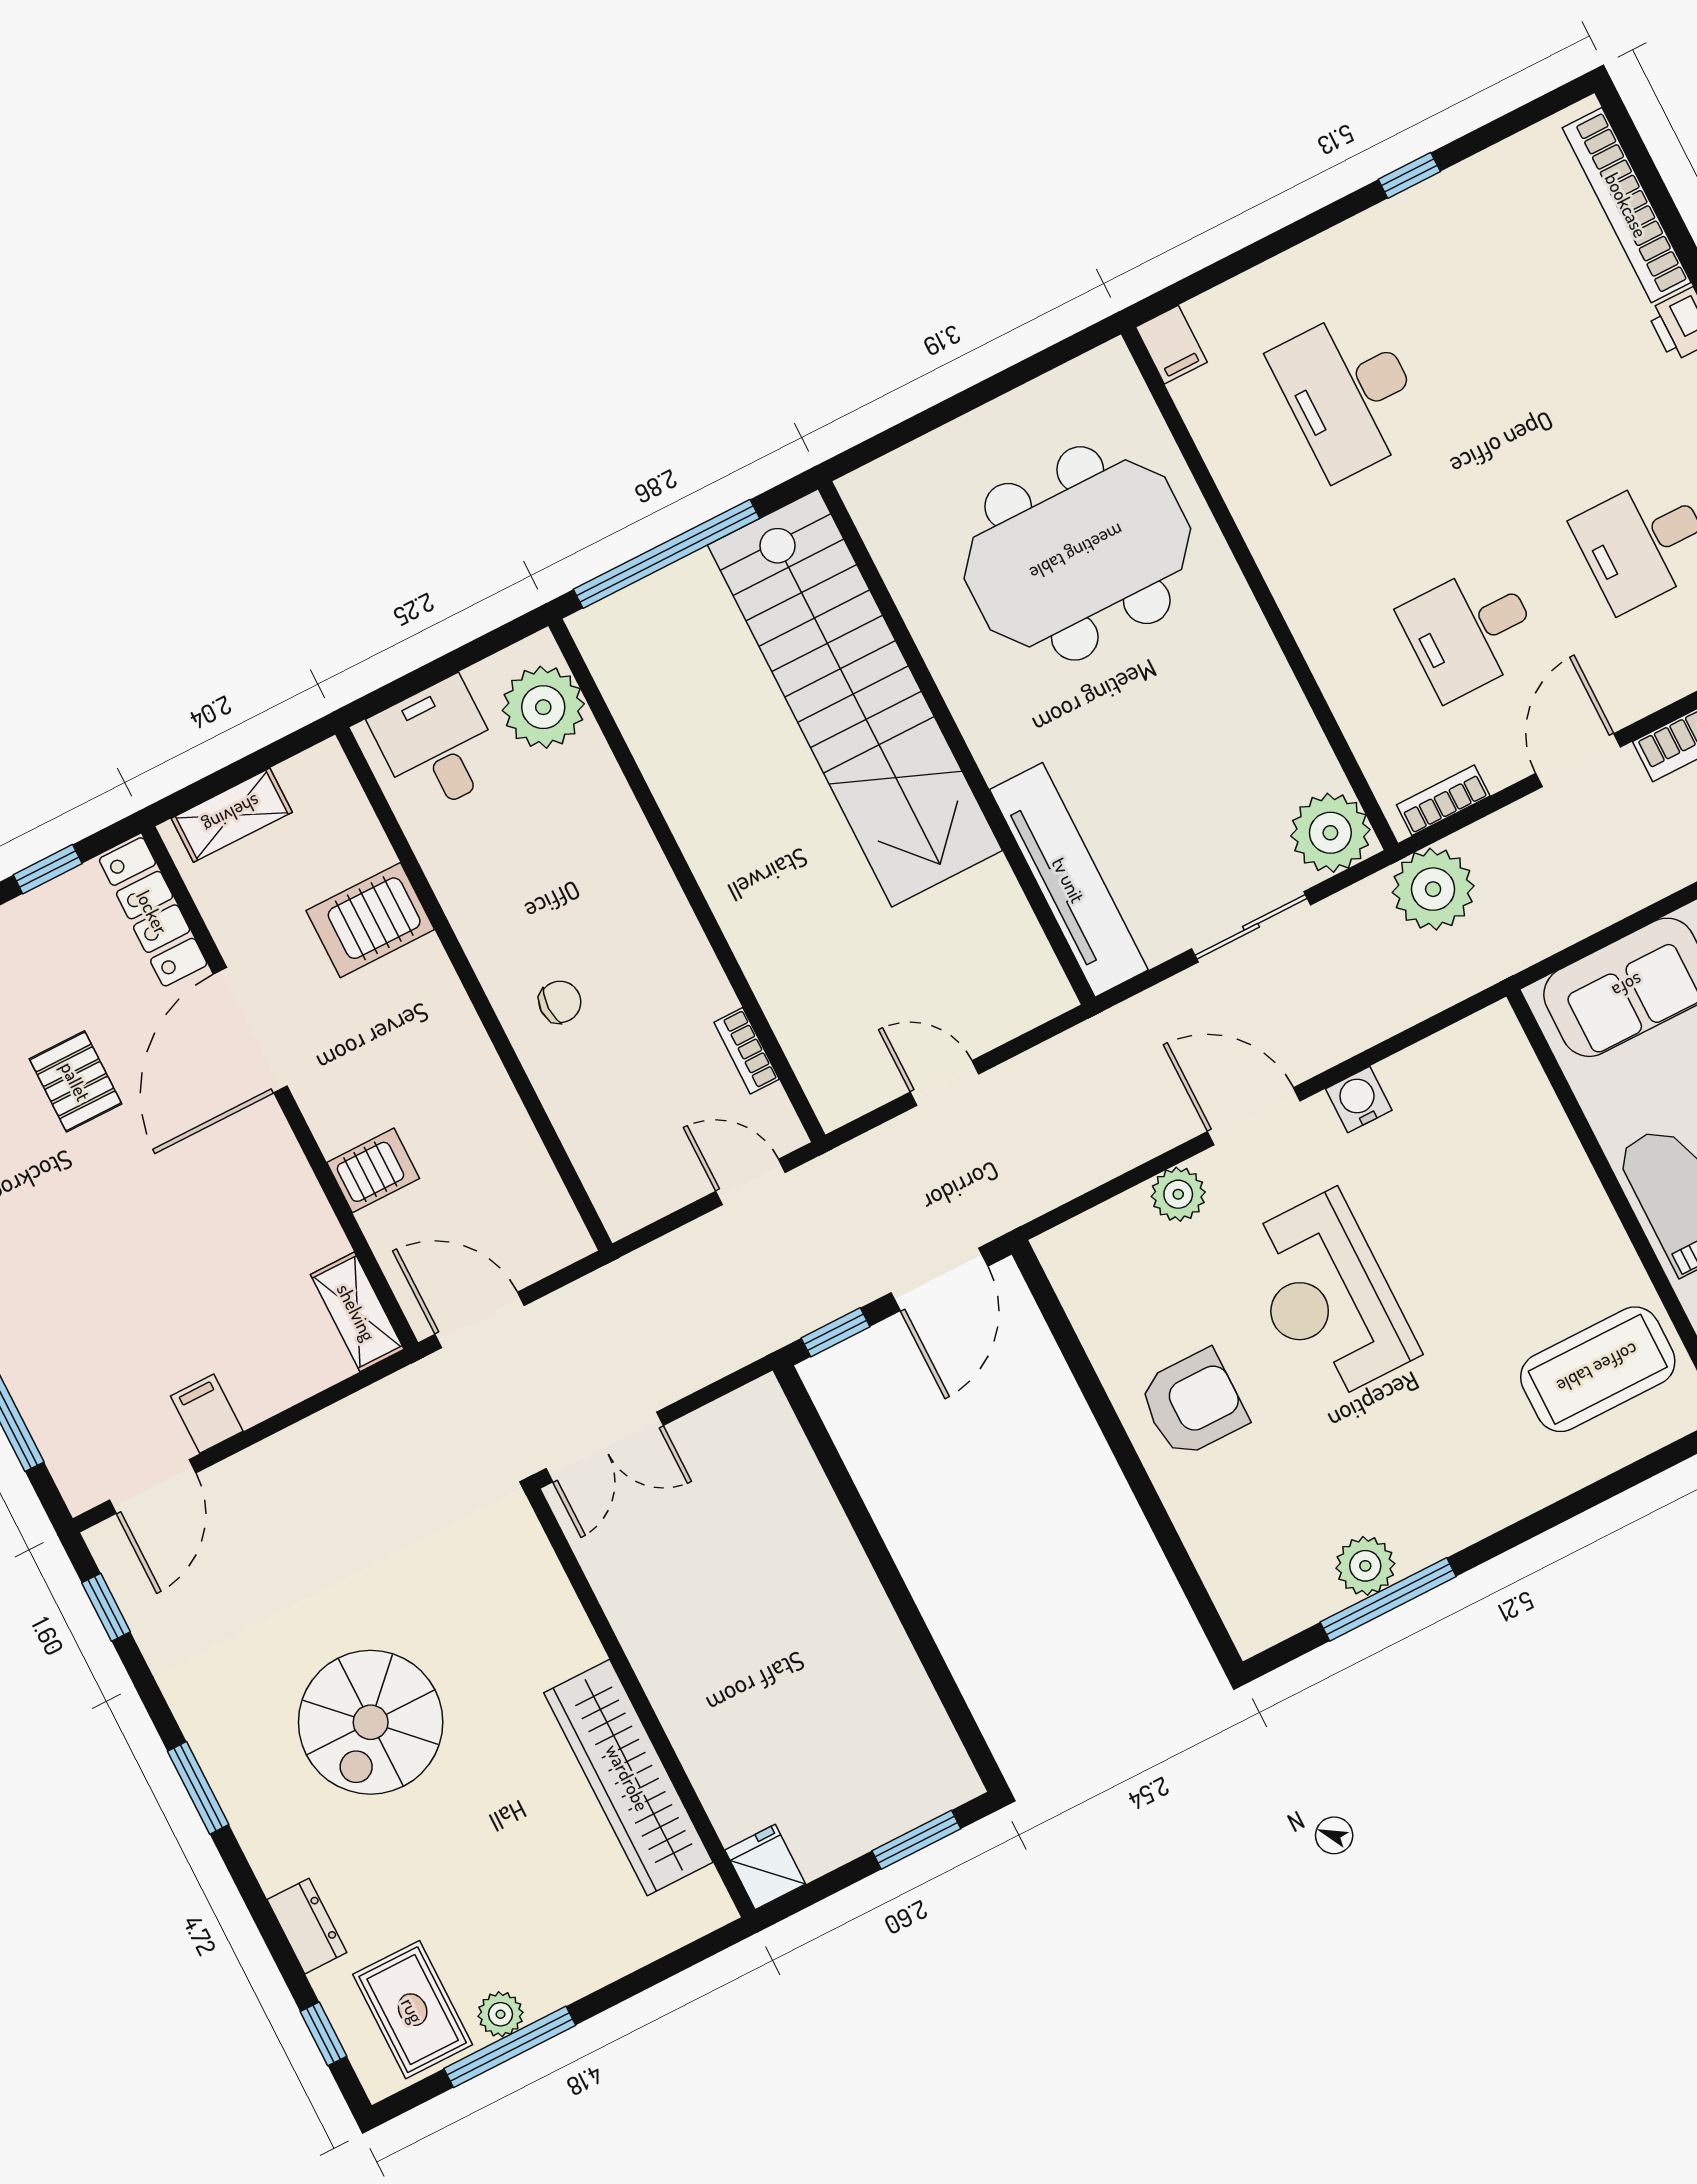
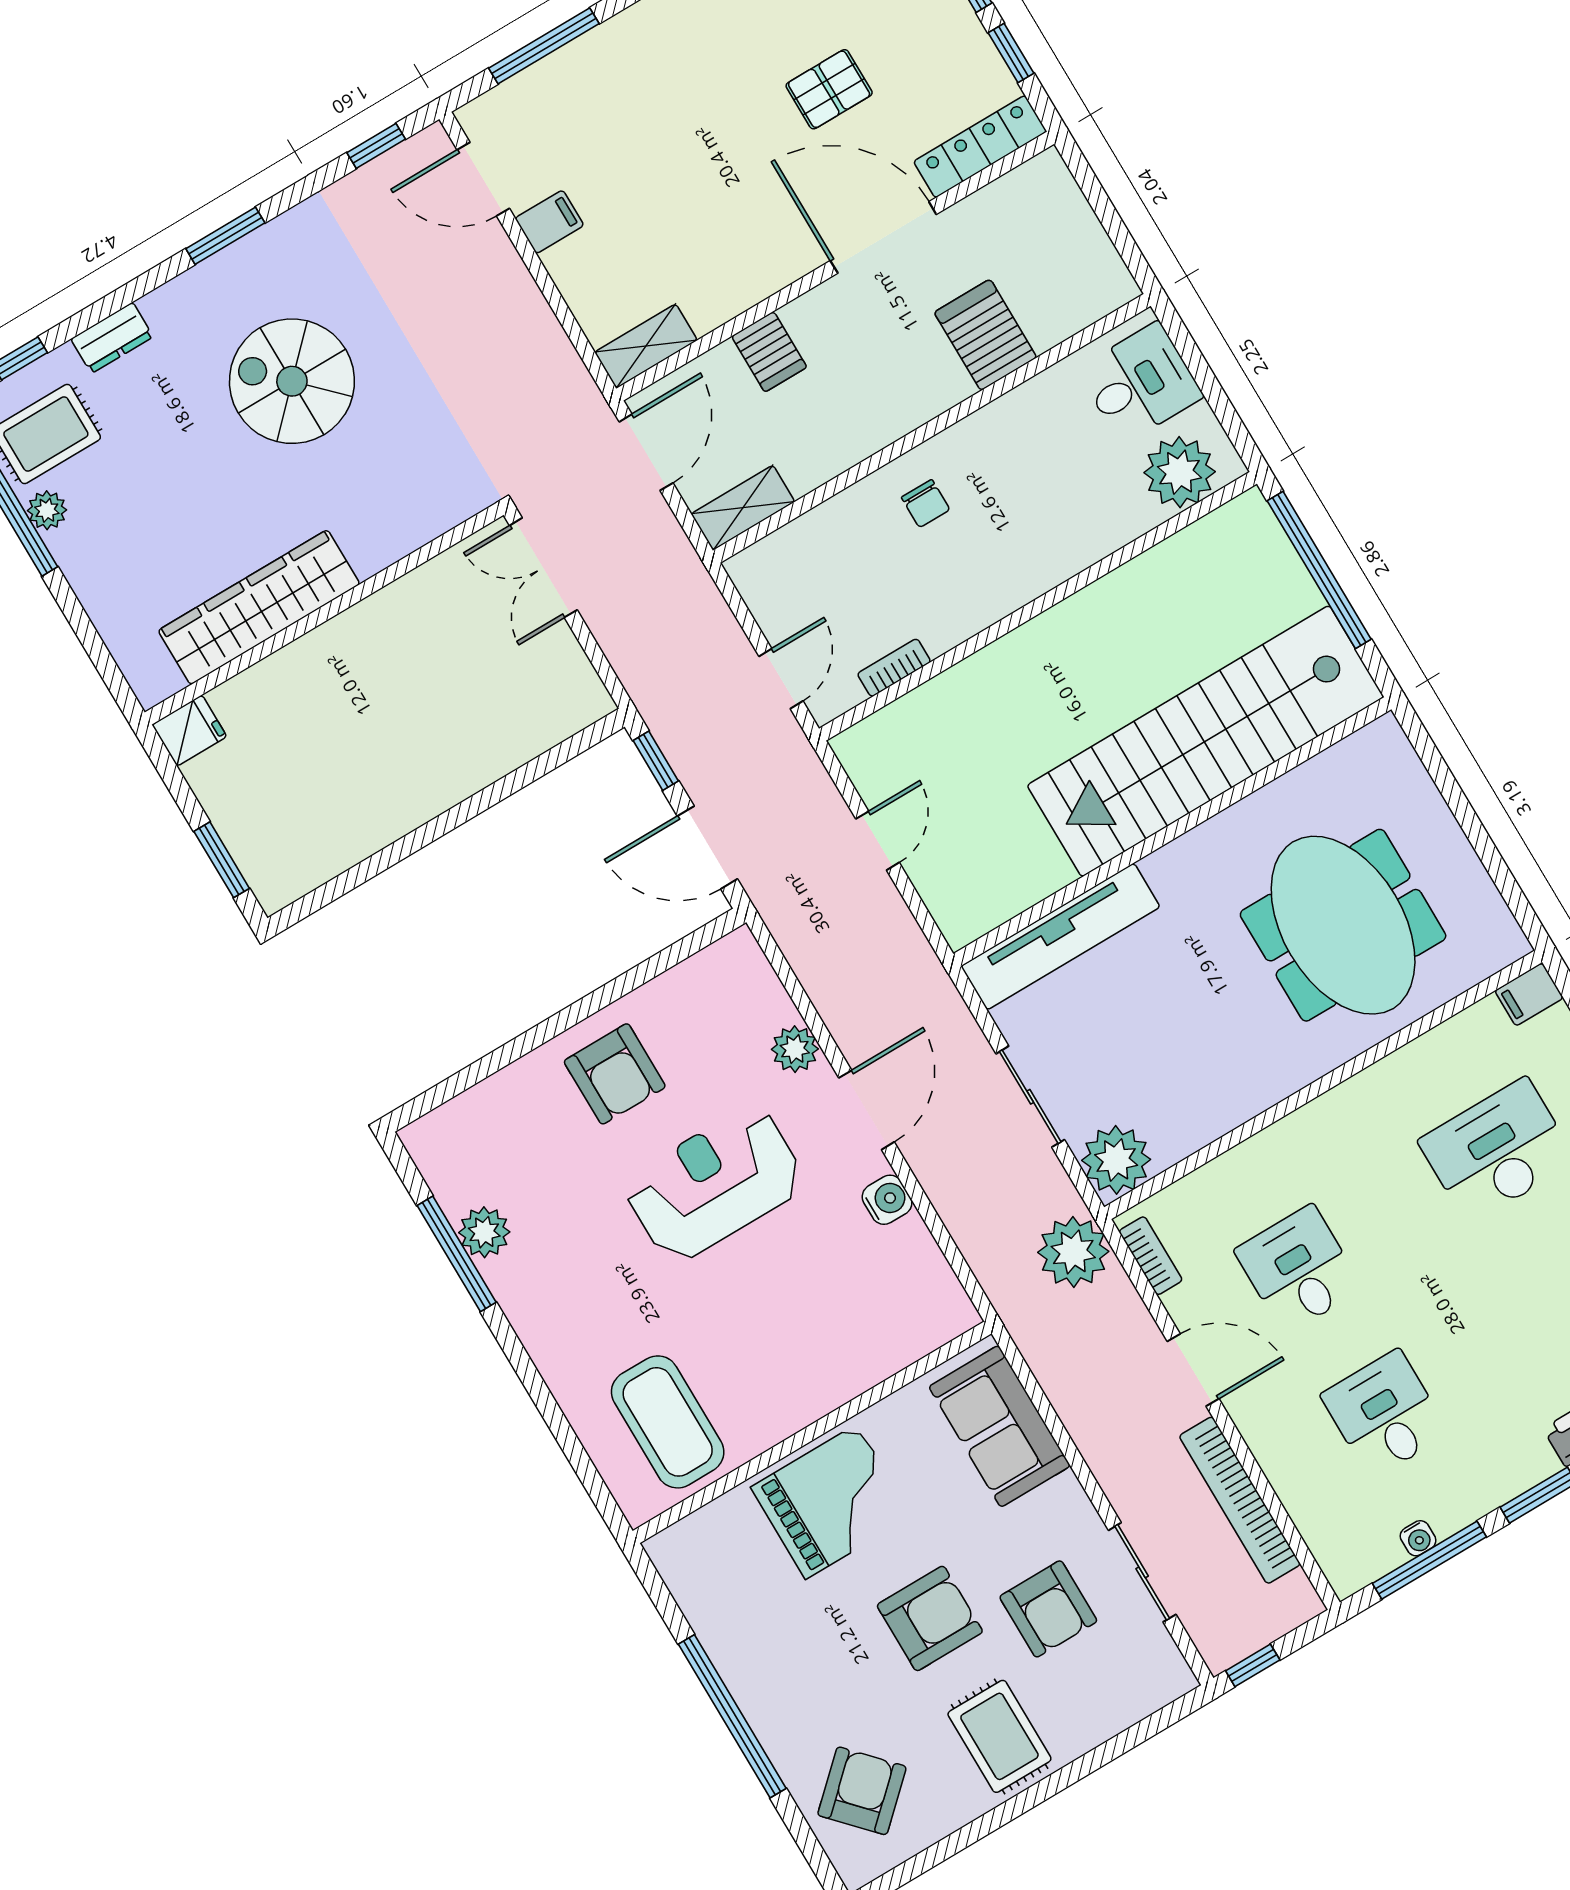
shelving: (232, 815) -> (743, 508), moved, turned 90

